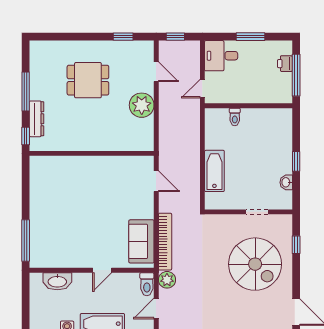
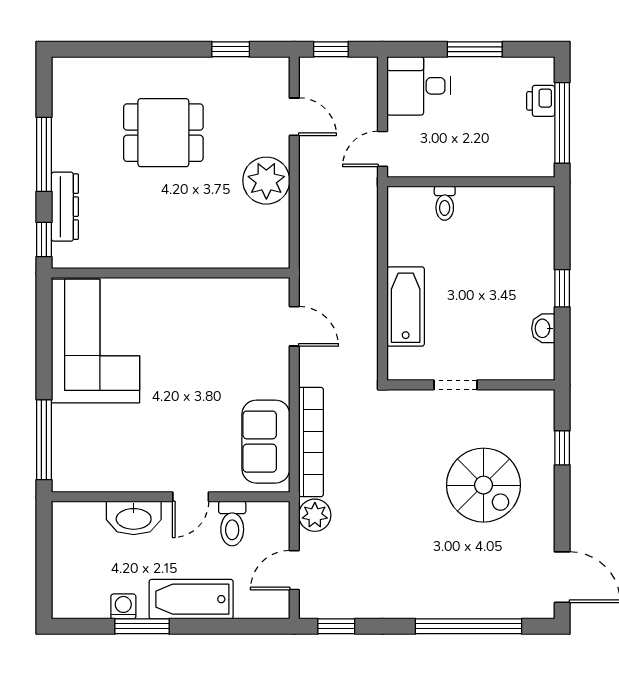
corner sofa: (52, 189) -> (95, 341), added
doorway: (257, 212) -> (455, 385), moved
spiral stairs: (255, 264) -> (483, 485), width x0.73, depth x0.73
washbasin: (57, 281) -> (134, 518), moved
toilet: (147, 284) -> (232, 524), moved

